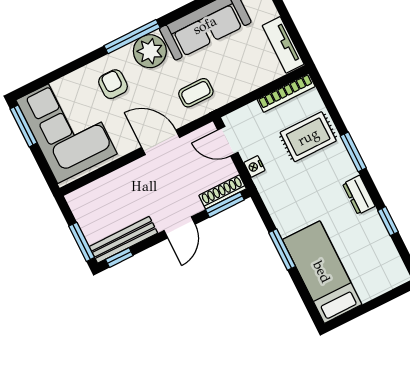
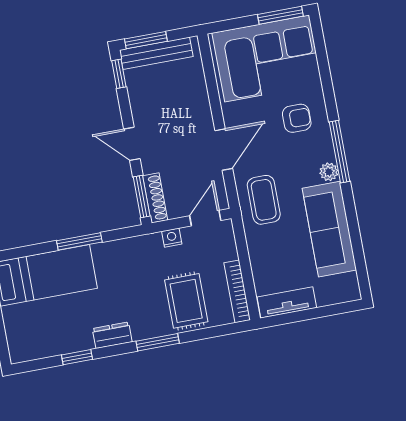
plant: (150, 51) -> (329, 172), width x0.53, depth x0.53
coffee table: (196, 93) -> (264, 200), width x1.36, depth x1.30
bench: (123, 240) -> (156, 53), moved, turned 90

